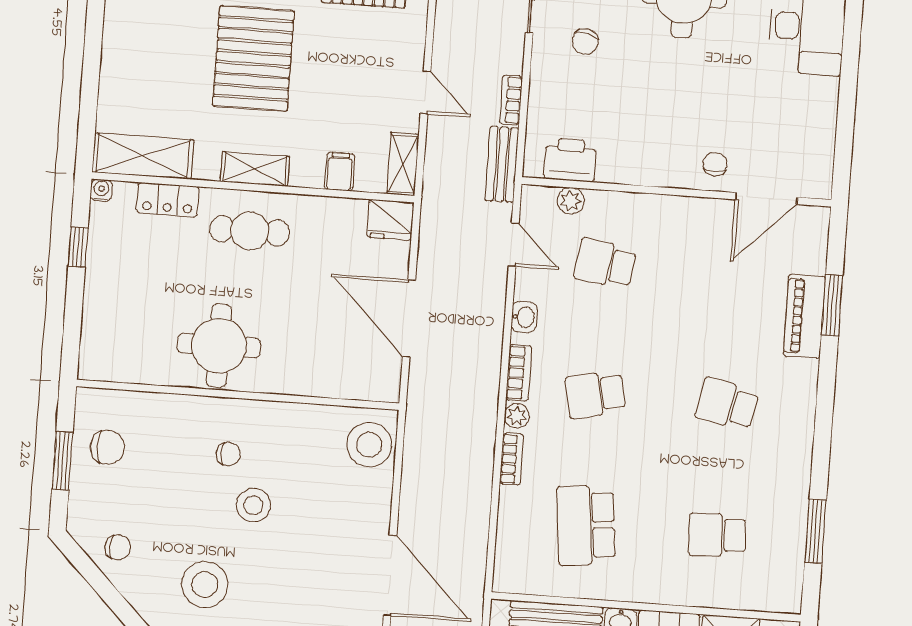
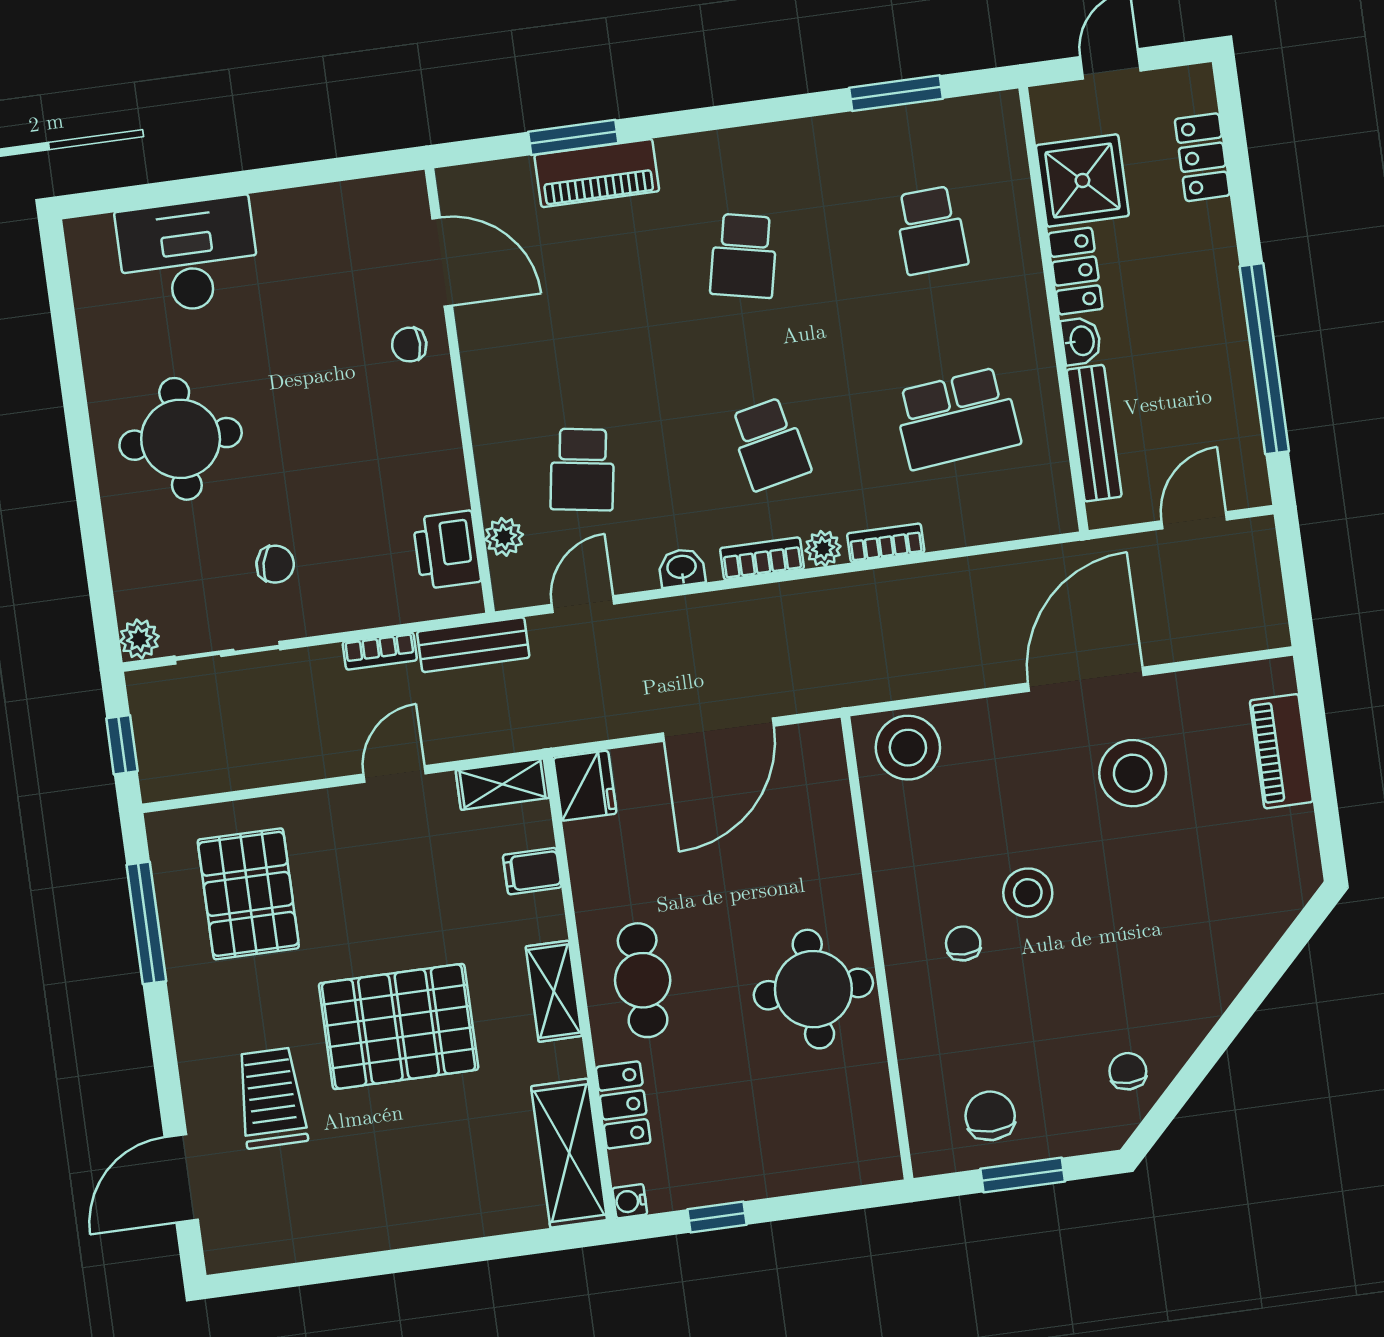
stool: (205, 585) -> (1133, 773), moved

